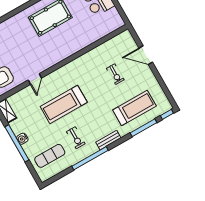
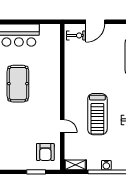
exercise bike: (115, 74) -> (76, 35), moved

